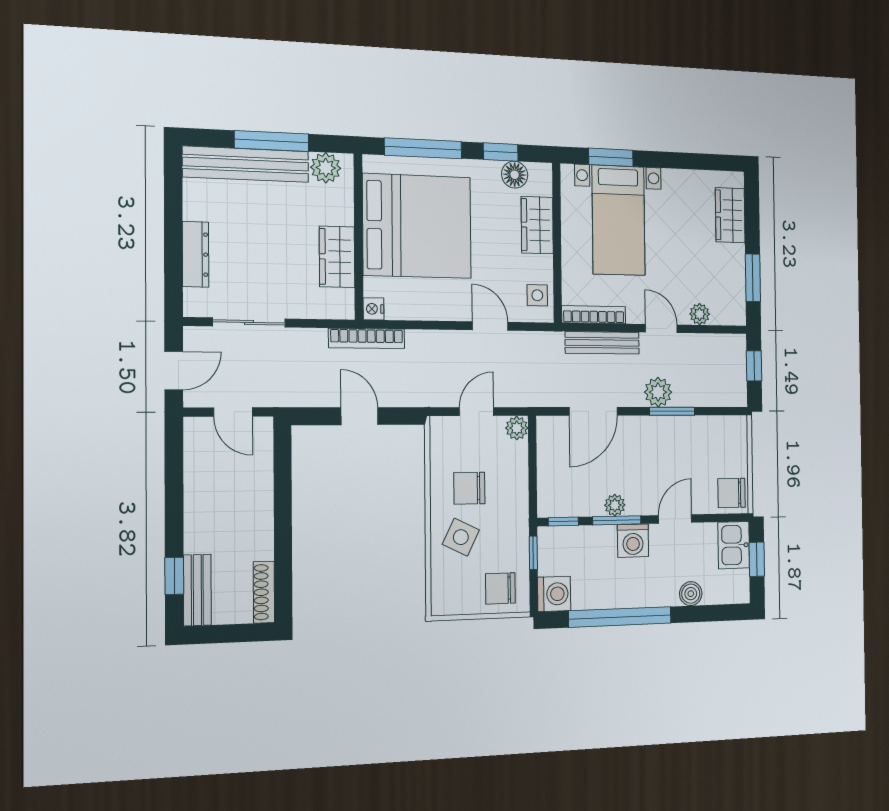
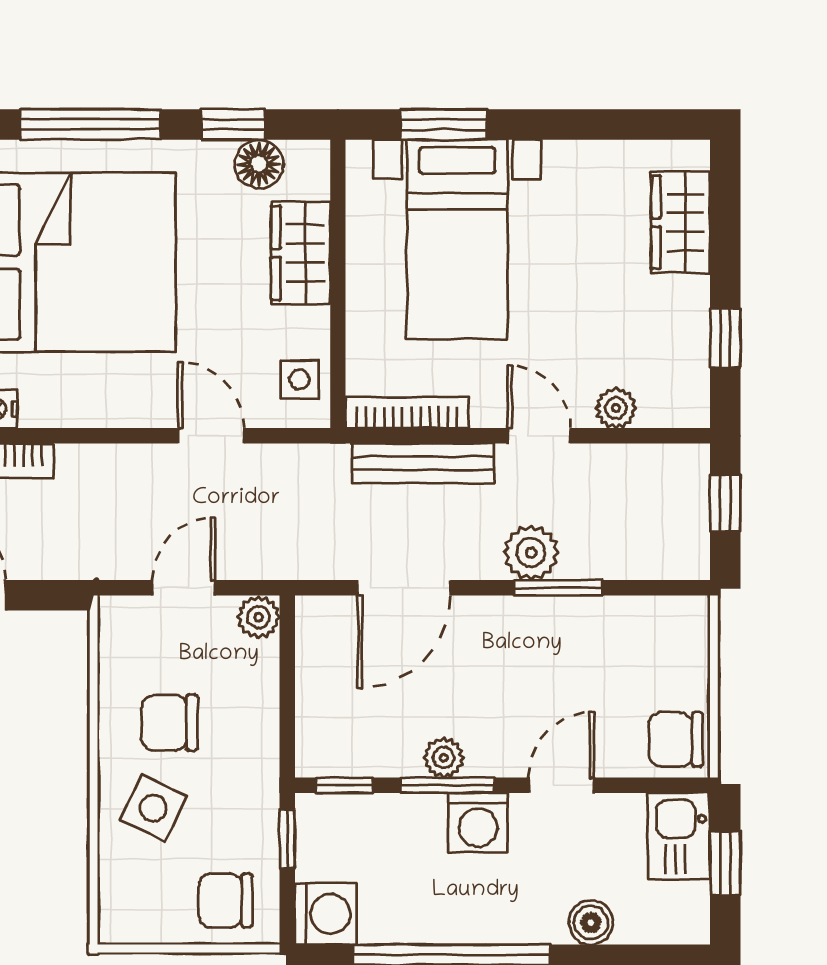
window: (753, 278) -> (725, 338), width x0.67

